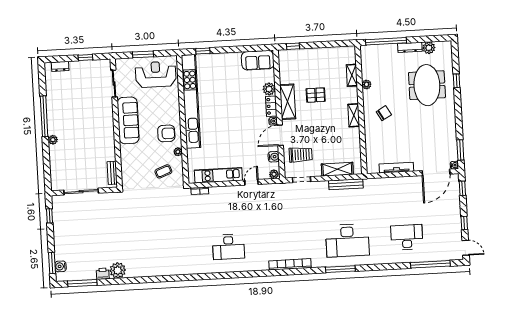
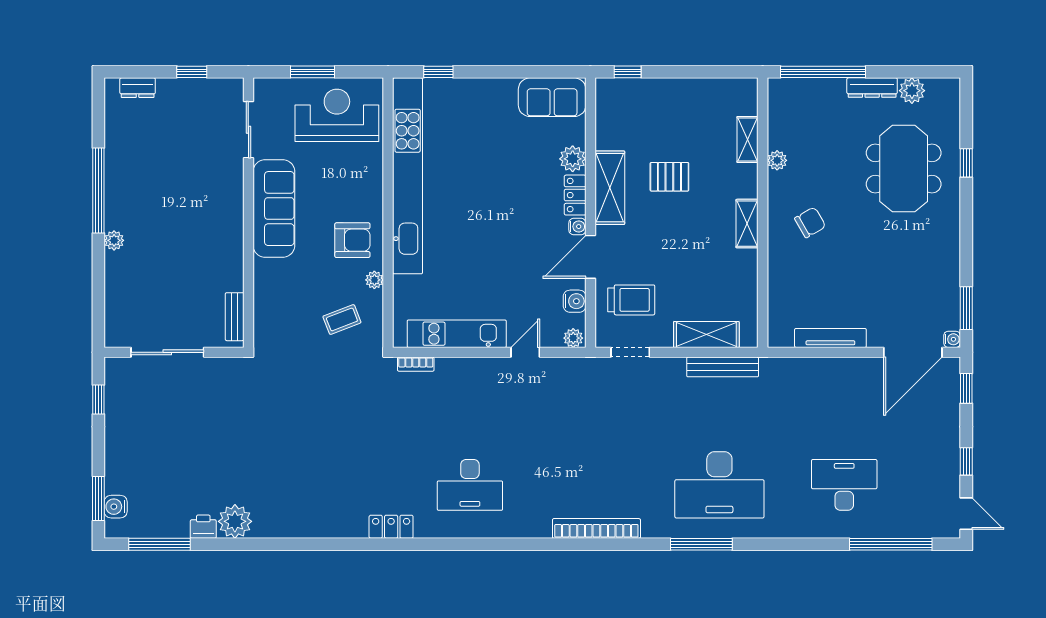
locker: (192, 269) -> (391, 527), added

